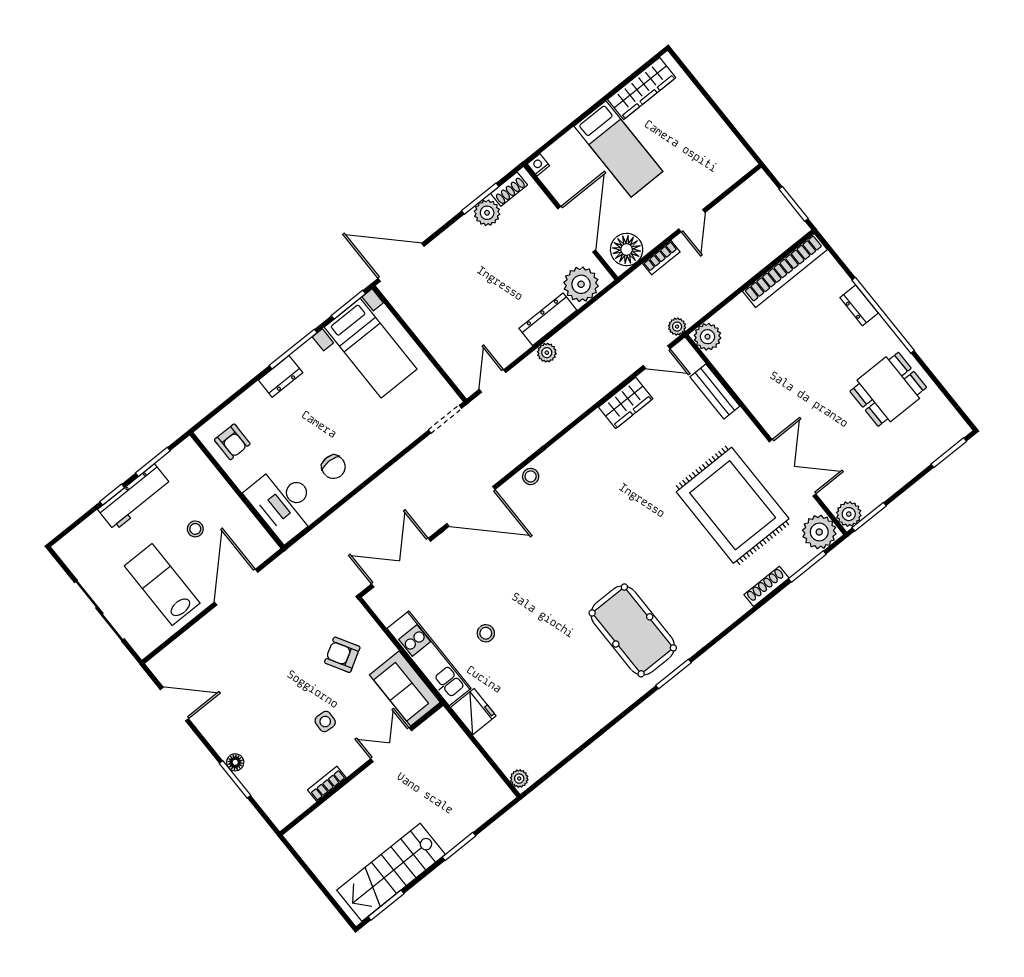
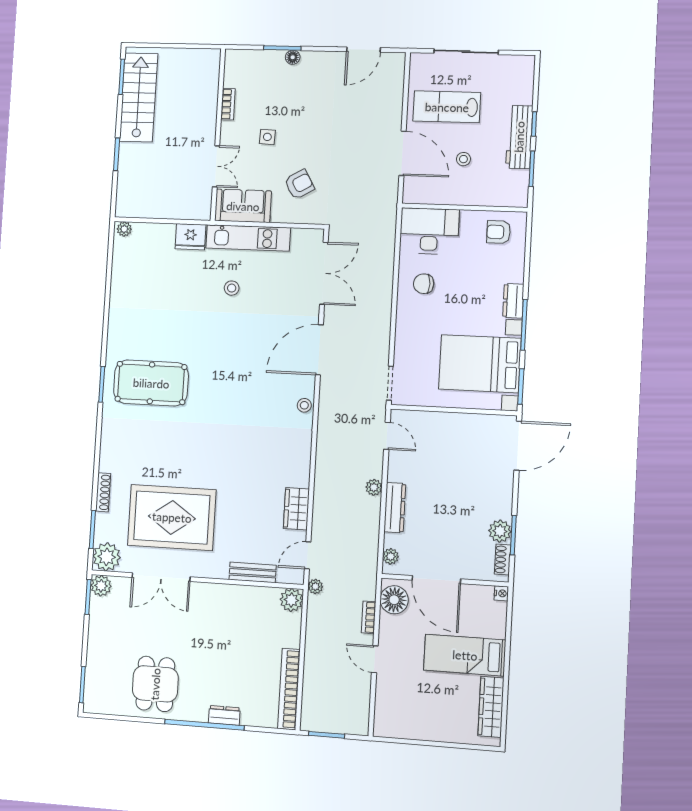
plant: (581, 284) -> (391, 556), width x0.53, depth x0.53
bed with nightstands: (371, 348) -> (480, 364), width x1.36
lab bench: (162, 585) -> (447, 107), turned 180

